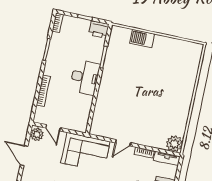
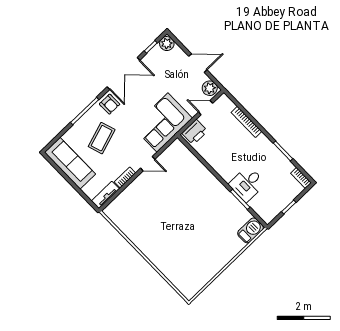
printer: (99, 29) -> (195, 132), moved, turned 180
barbecue: (142, 38) -> (251, 230), moved
desk: (85, 77) -> (247, 184), moved, width x0.73
door: (123, 143) -> (148, 164), swing flipped
plant: (174, 144) -> (114, 211), removed

